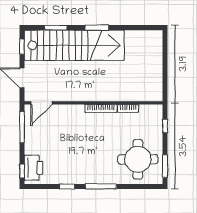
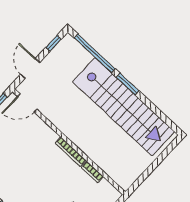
window: (56, 28) -> (95, 53), width x2.11
stairs: (74, 45) -> (124, 107), moved

